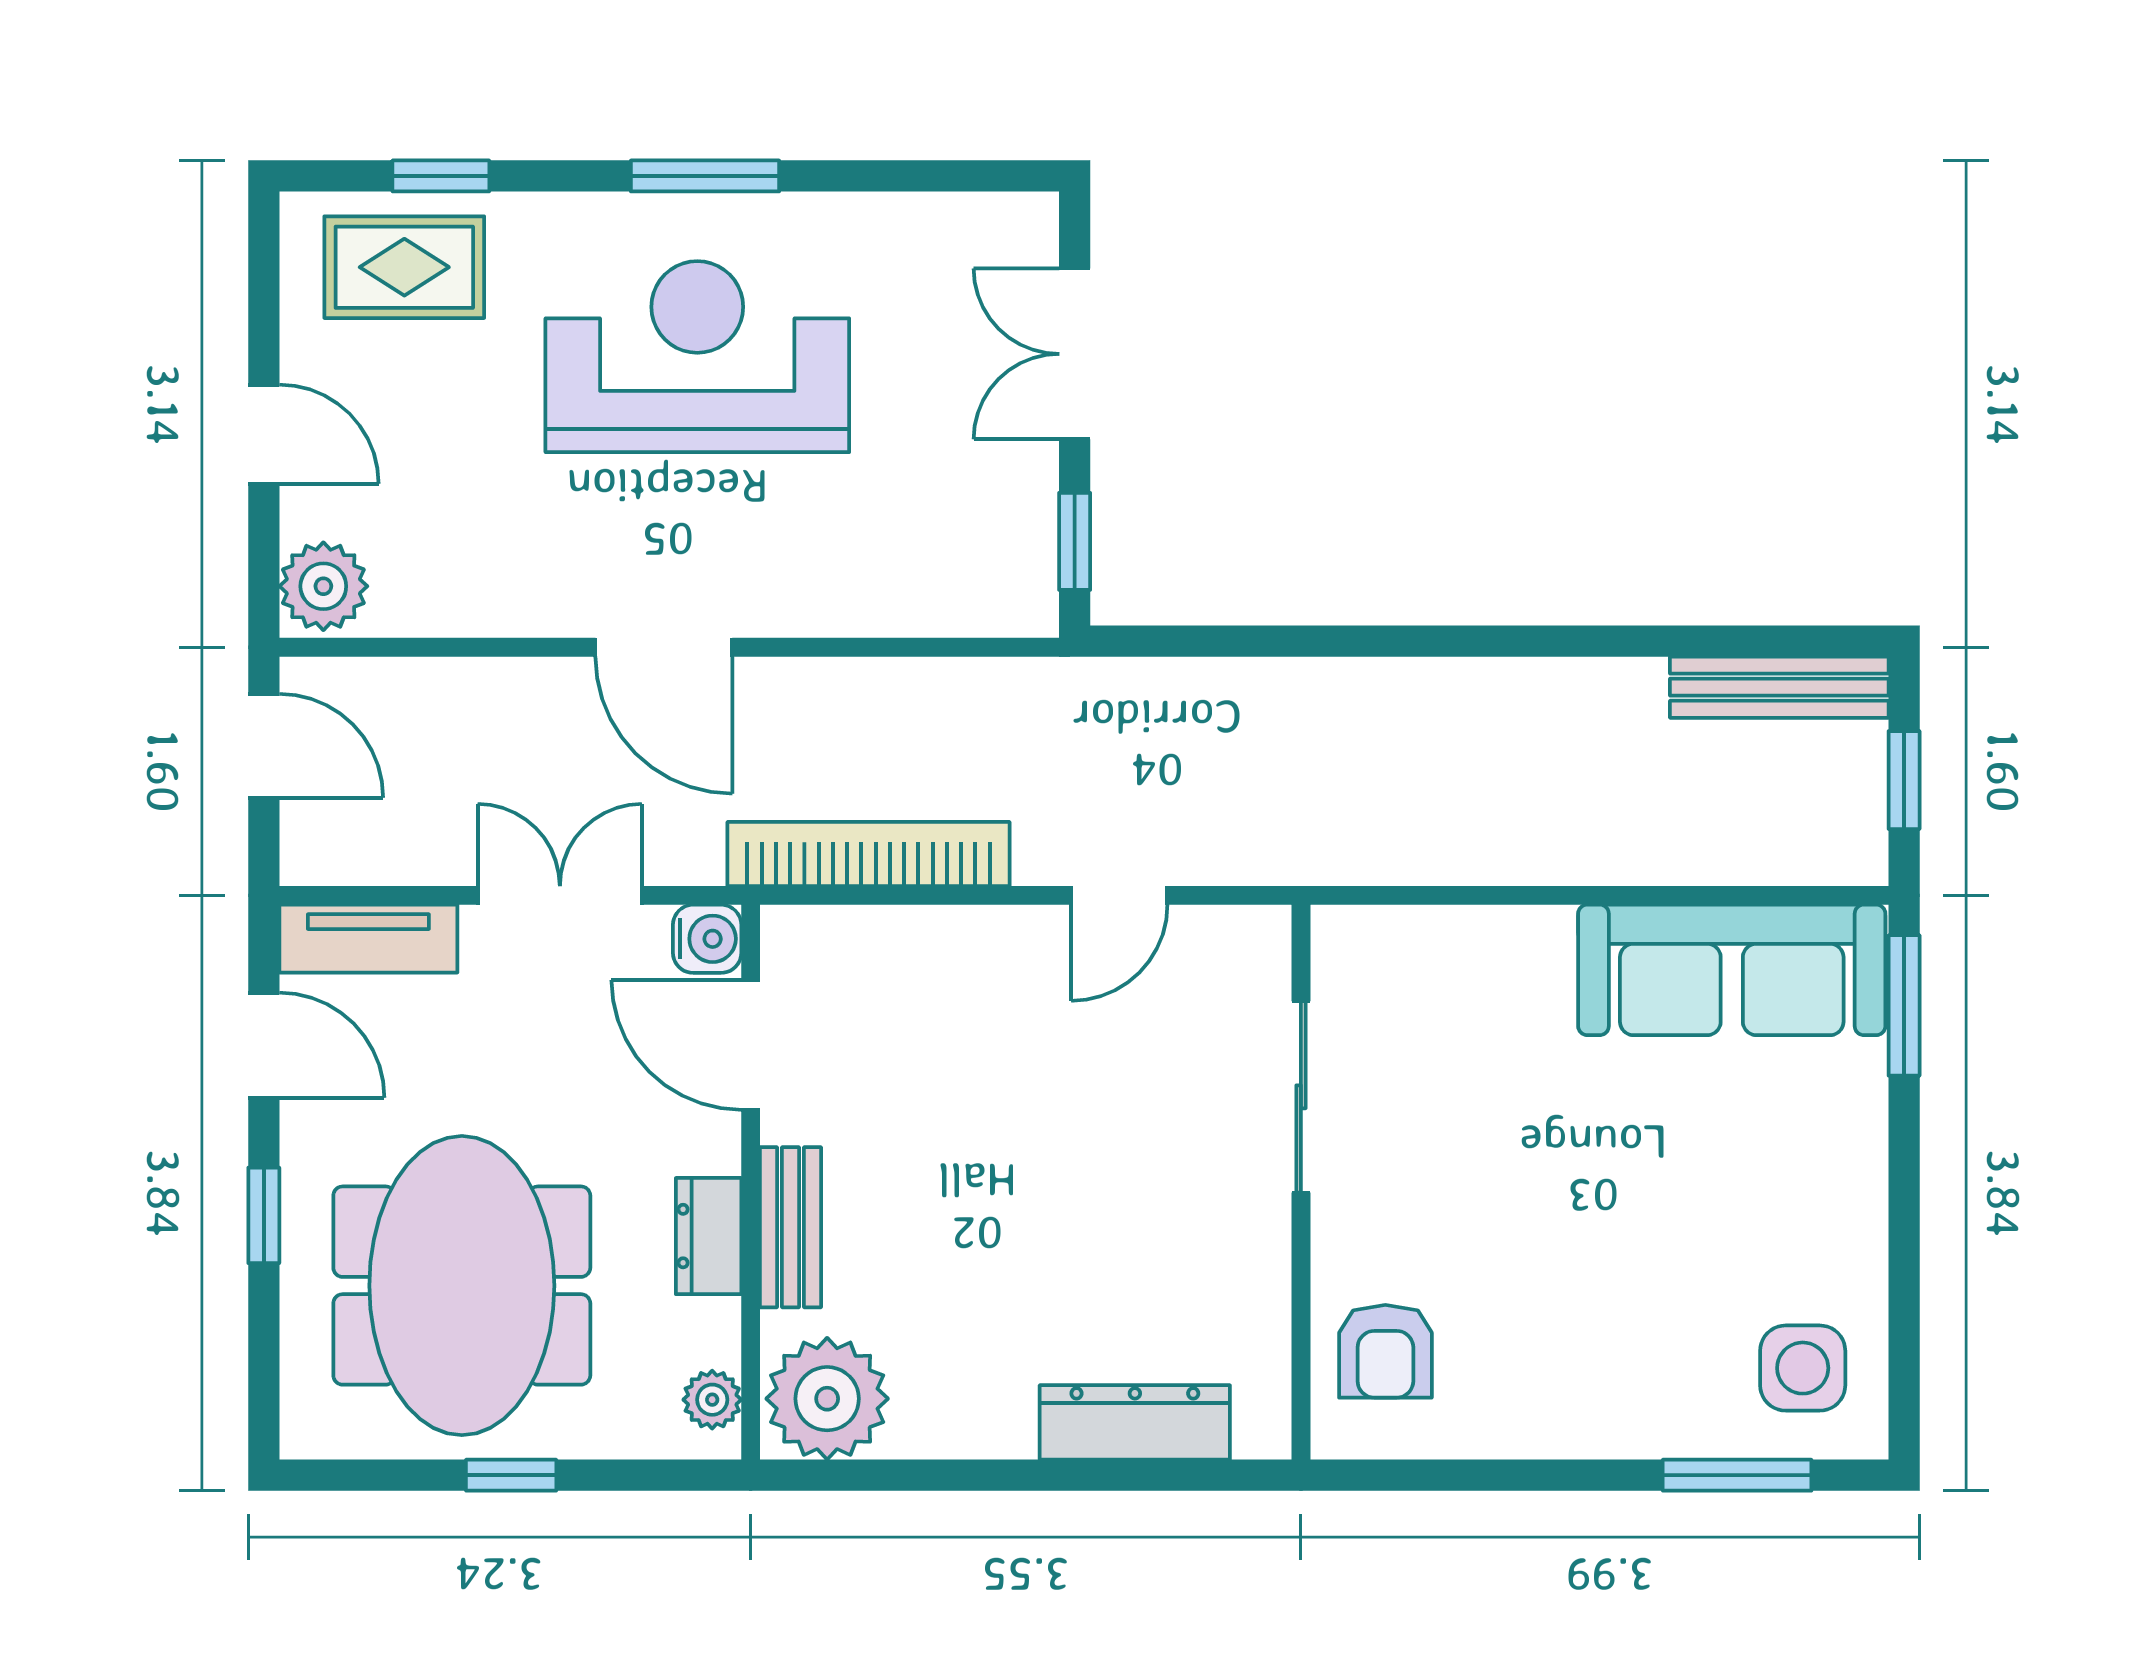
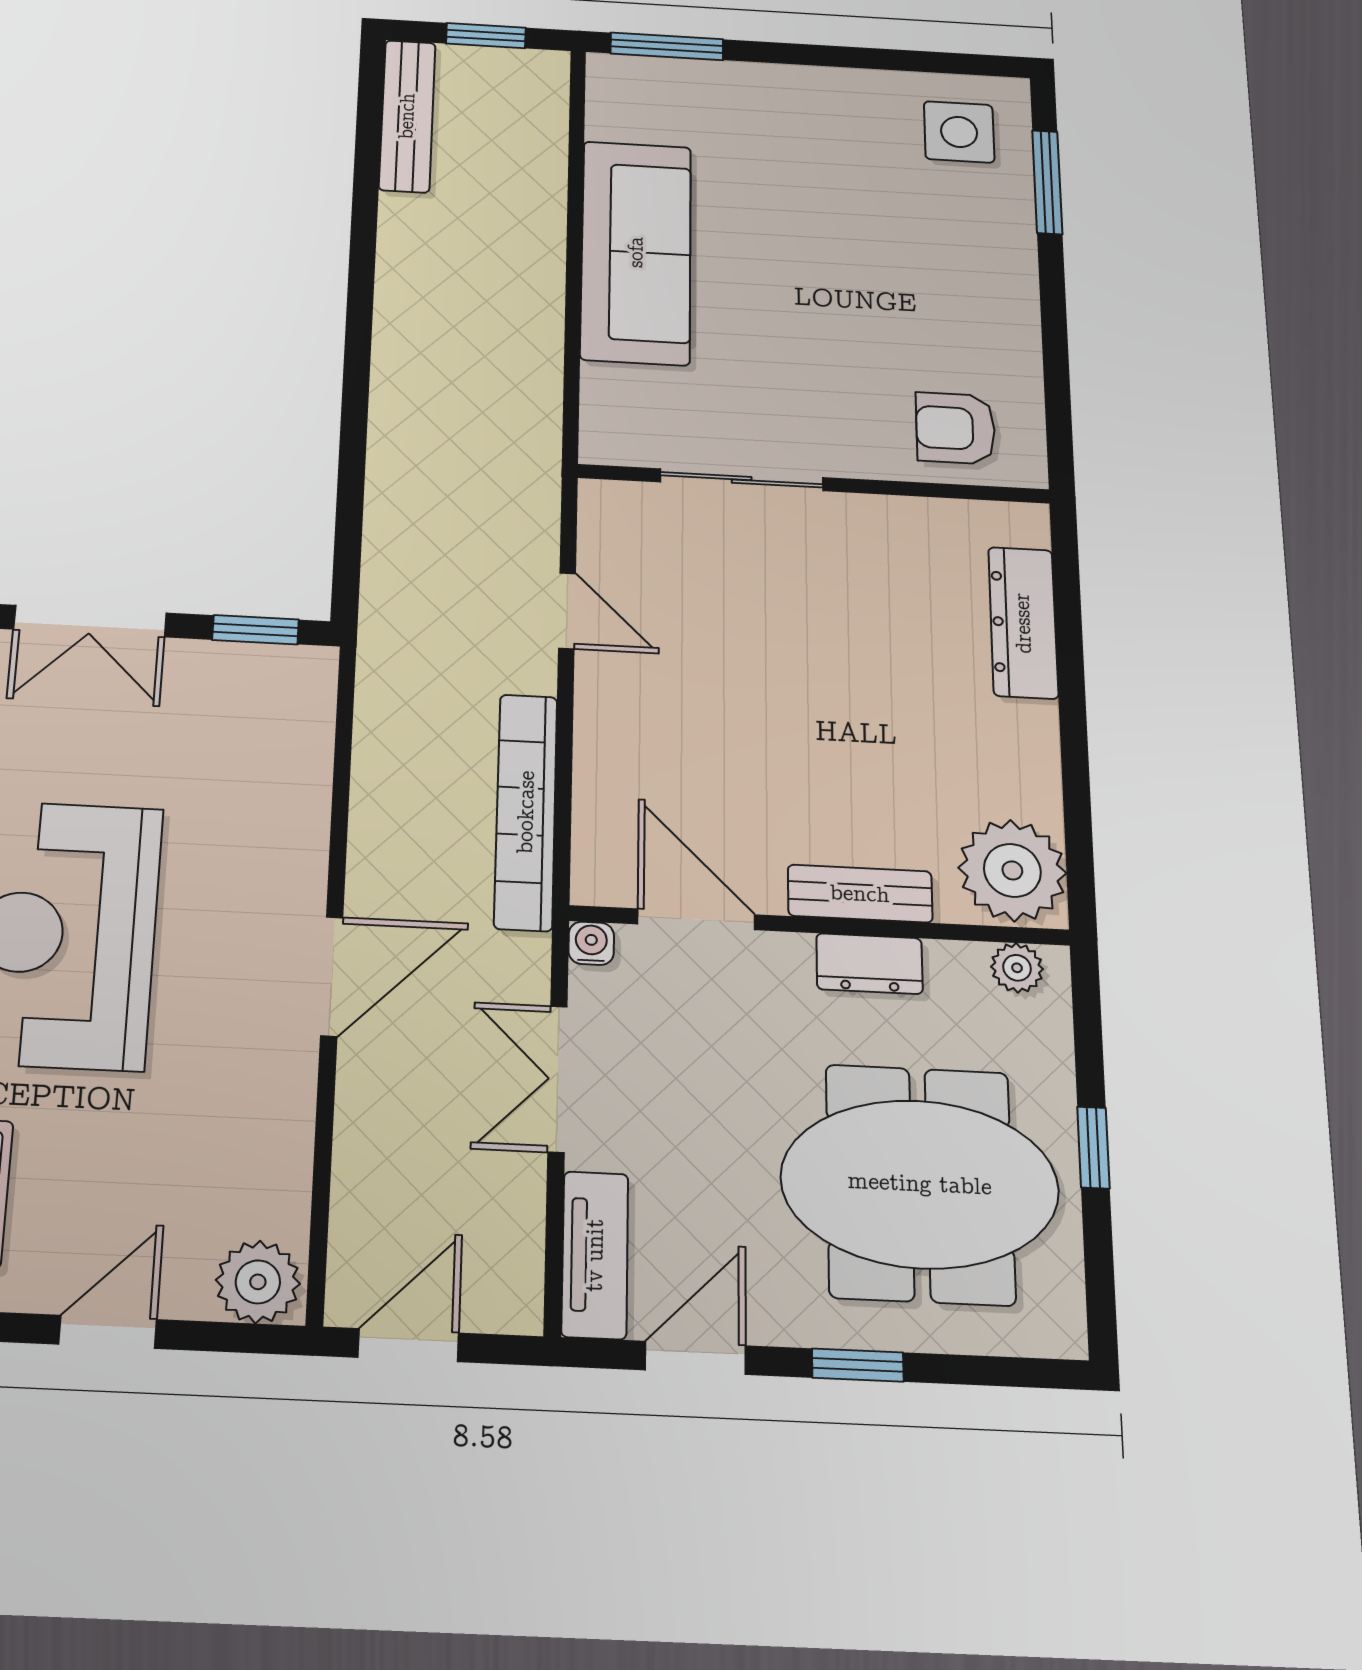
water cooler: (707, 939) -> (591, 943), width x0.72, depth x0.72
sofa: (1732, 970) -> (636, 252), moved
door: (751, 1045) -> (696, 919), swing flipped
armchair: (1385, 1351) -> (955, 428), turned 180

